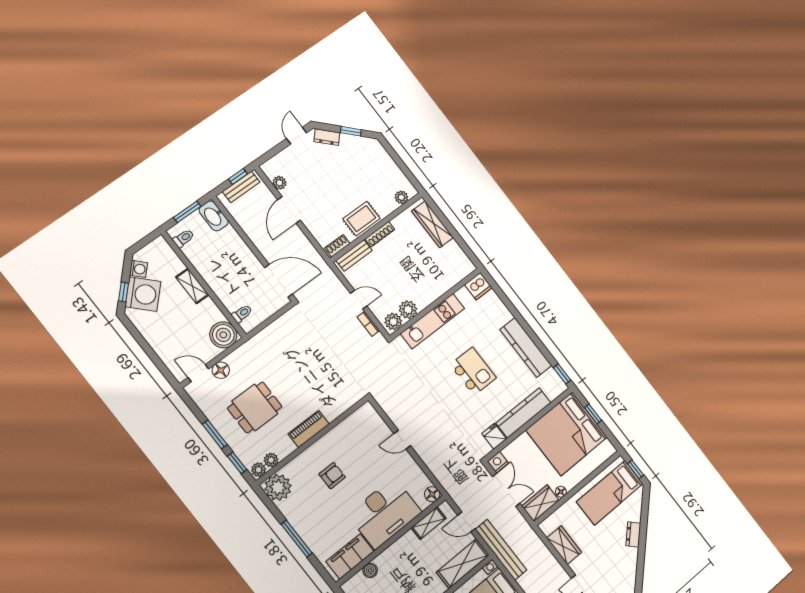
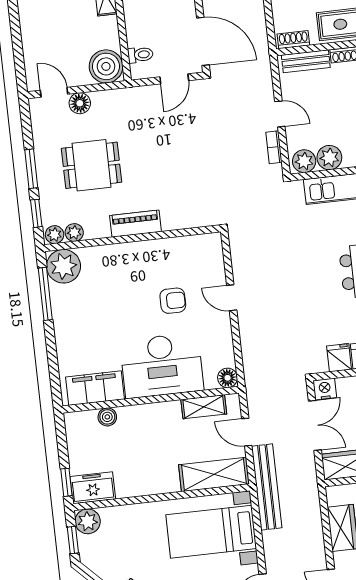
door: (275, 317) -> (174, 79), added
armchair: (332, 476) -> (173, 301), moved
window: (297, 539) -> (45, 294), moved

